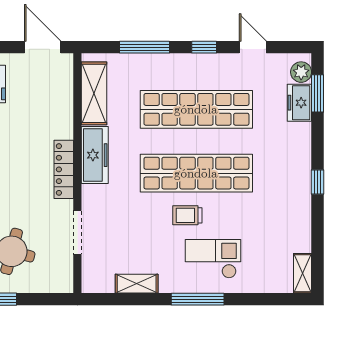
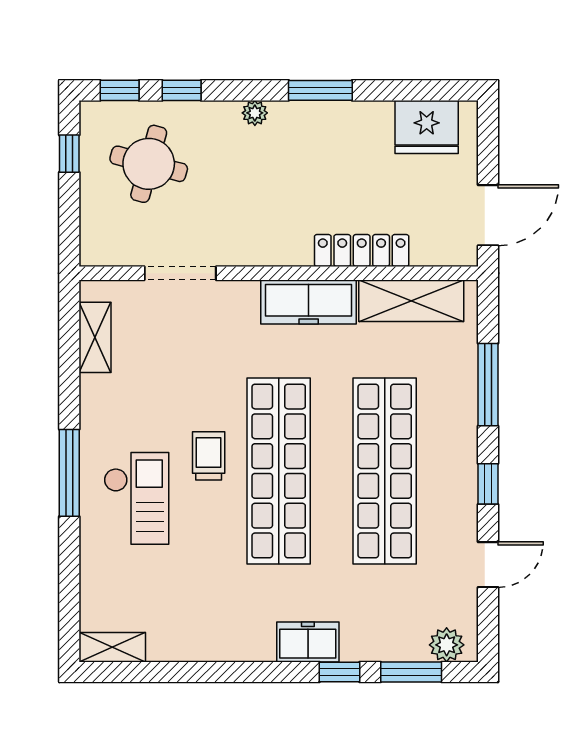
freezer: (299, 103) -> (308, 642), moved
locker: (64, 169) -> (362, 250), moved
window: (318, 182) -> (339, 672), moved
shelving: (137, 284) -> (95, 337), moved

